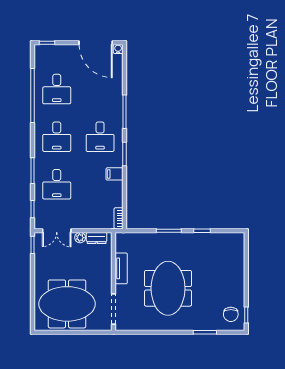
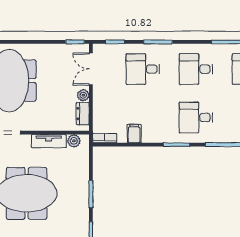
filing cabinet: (114, 174) -> (134, 134), moved
plant: (121, 246) -> (74, 141), added

